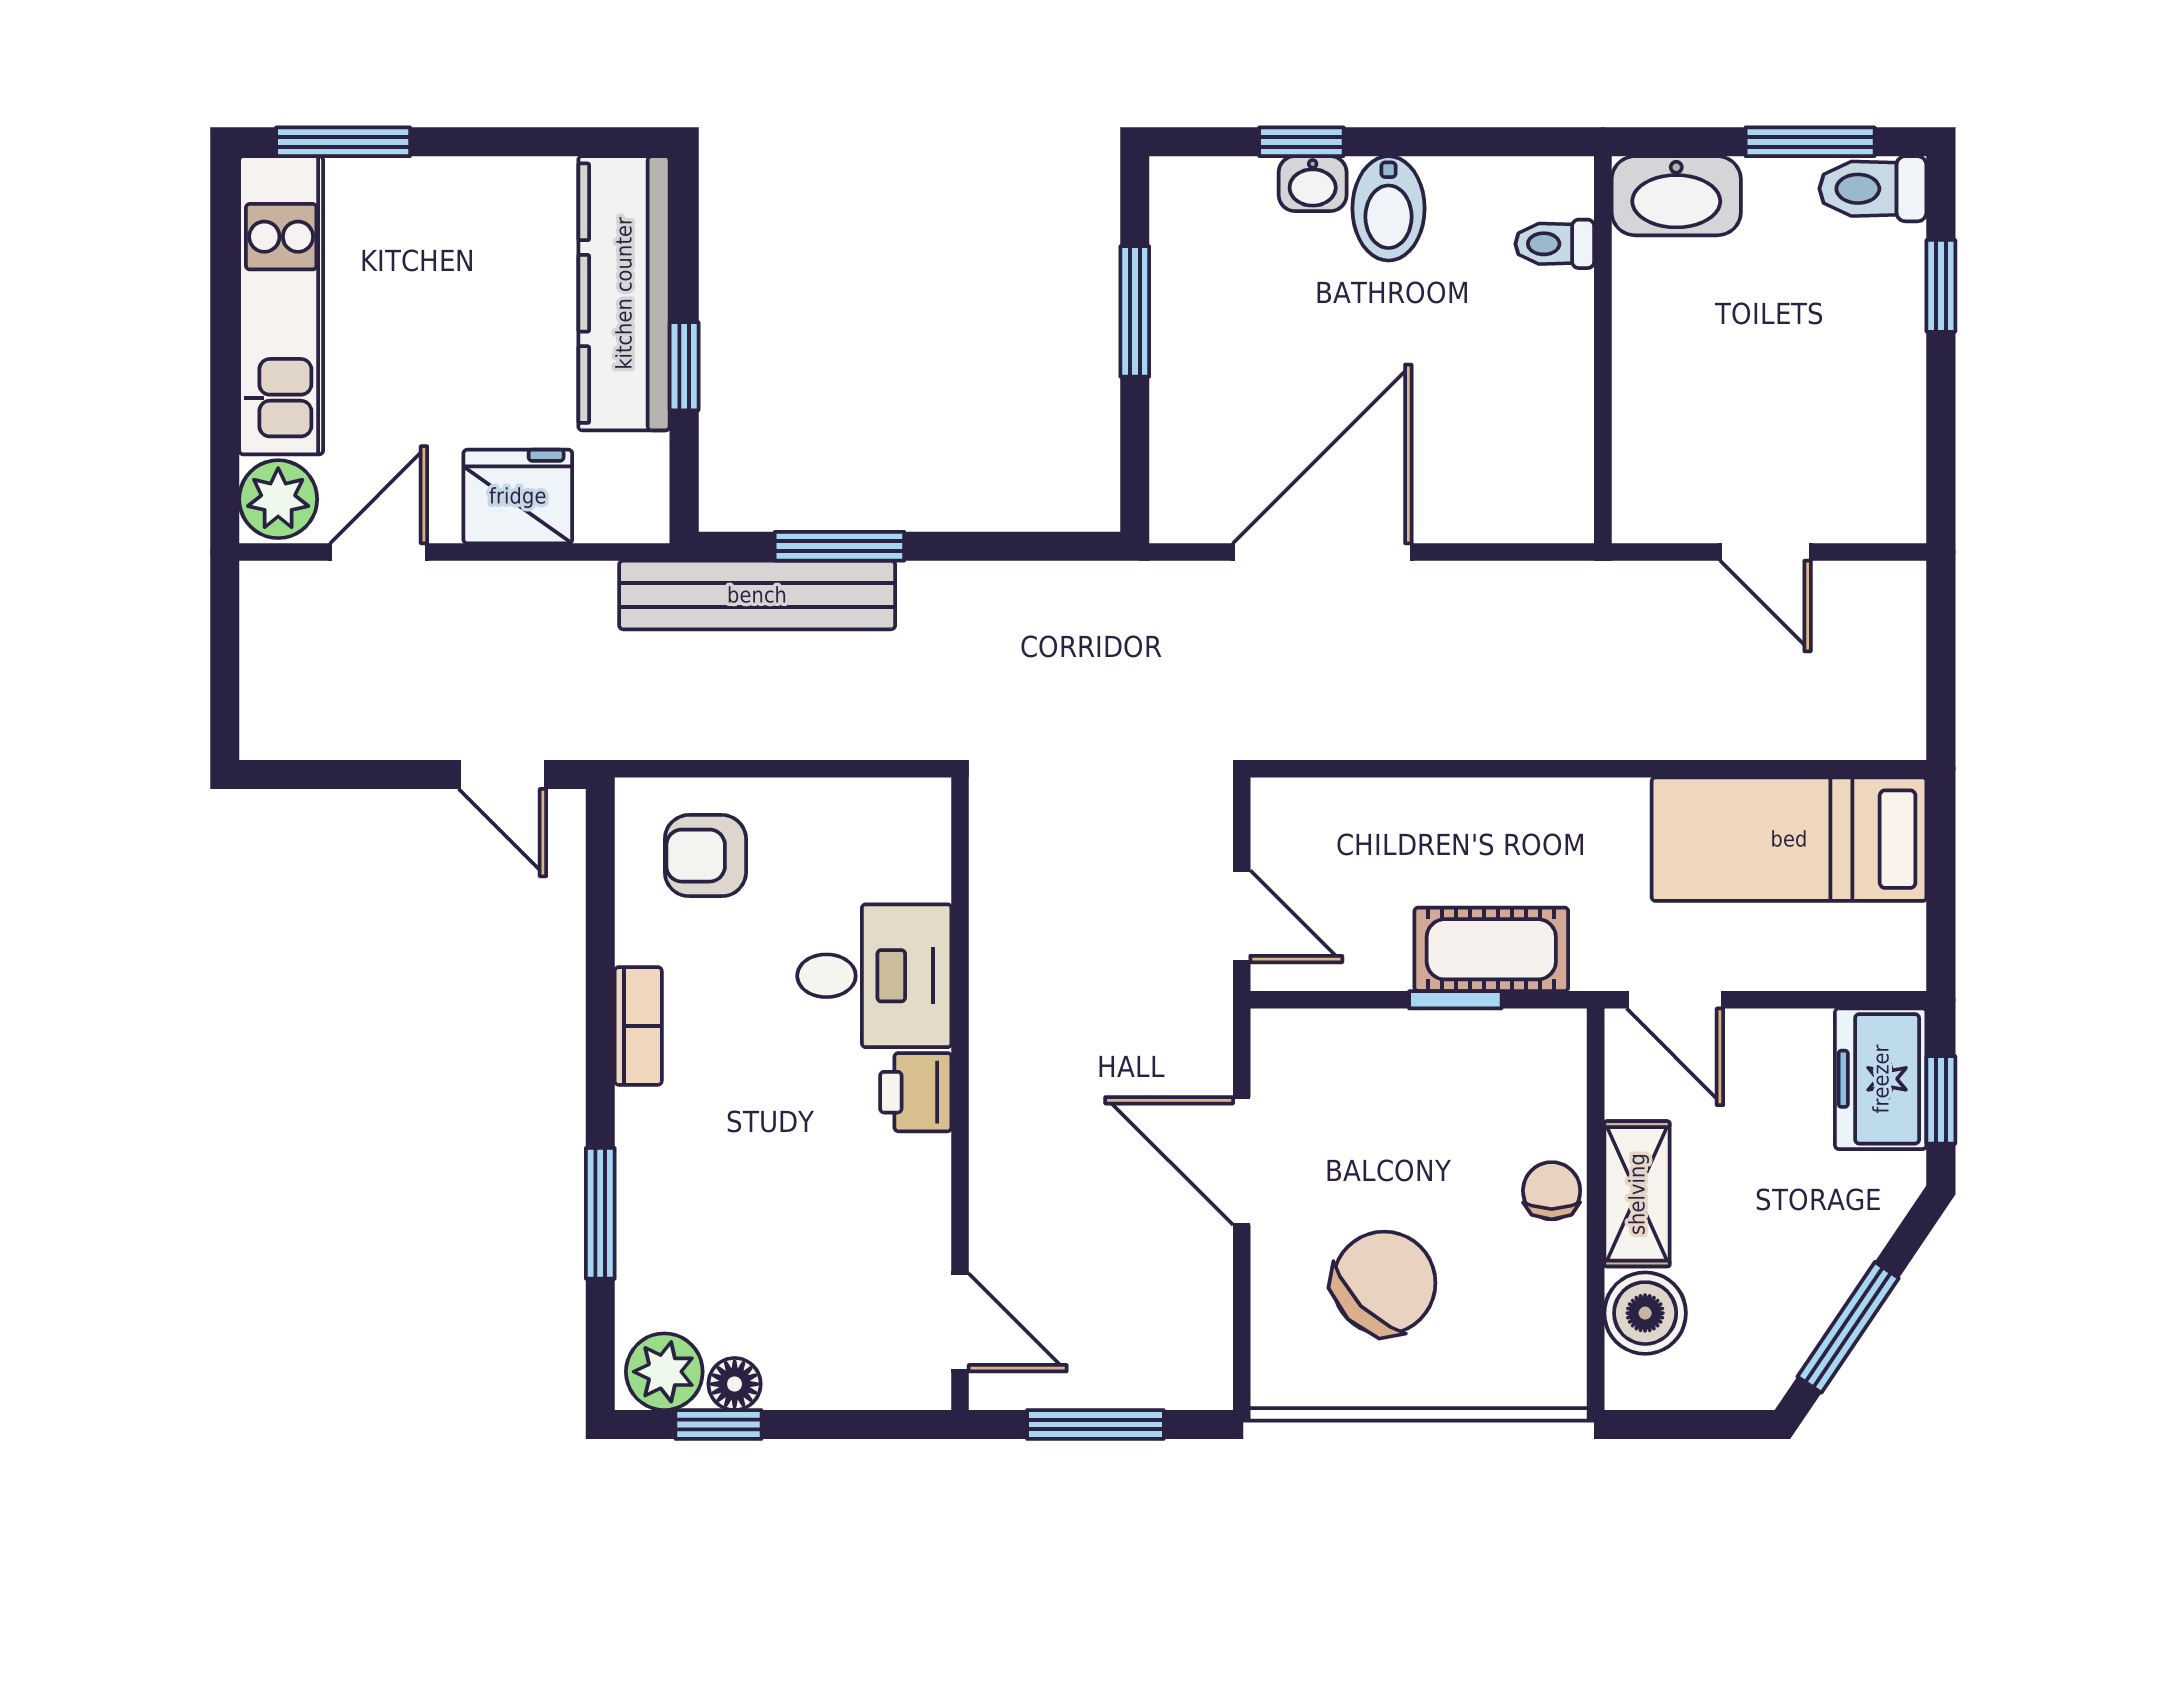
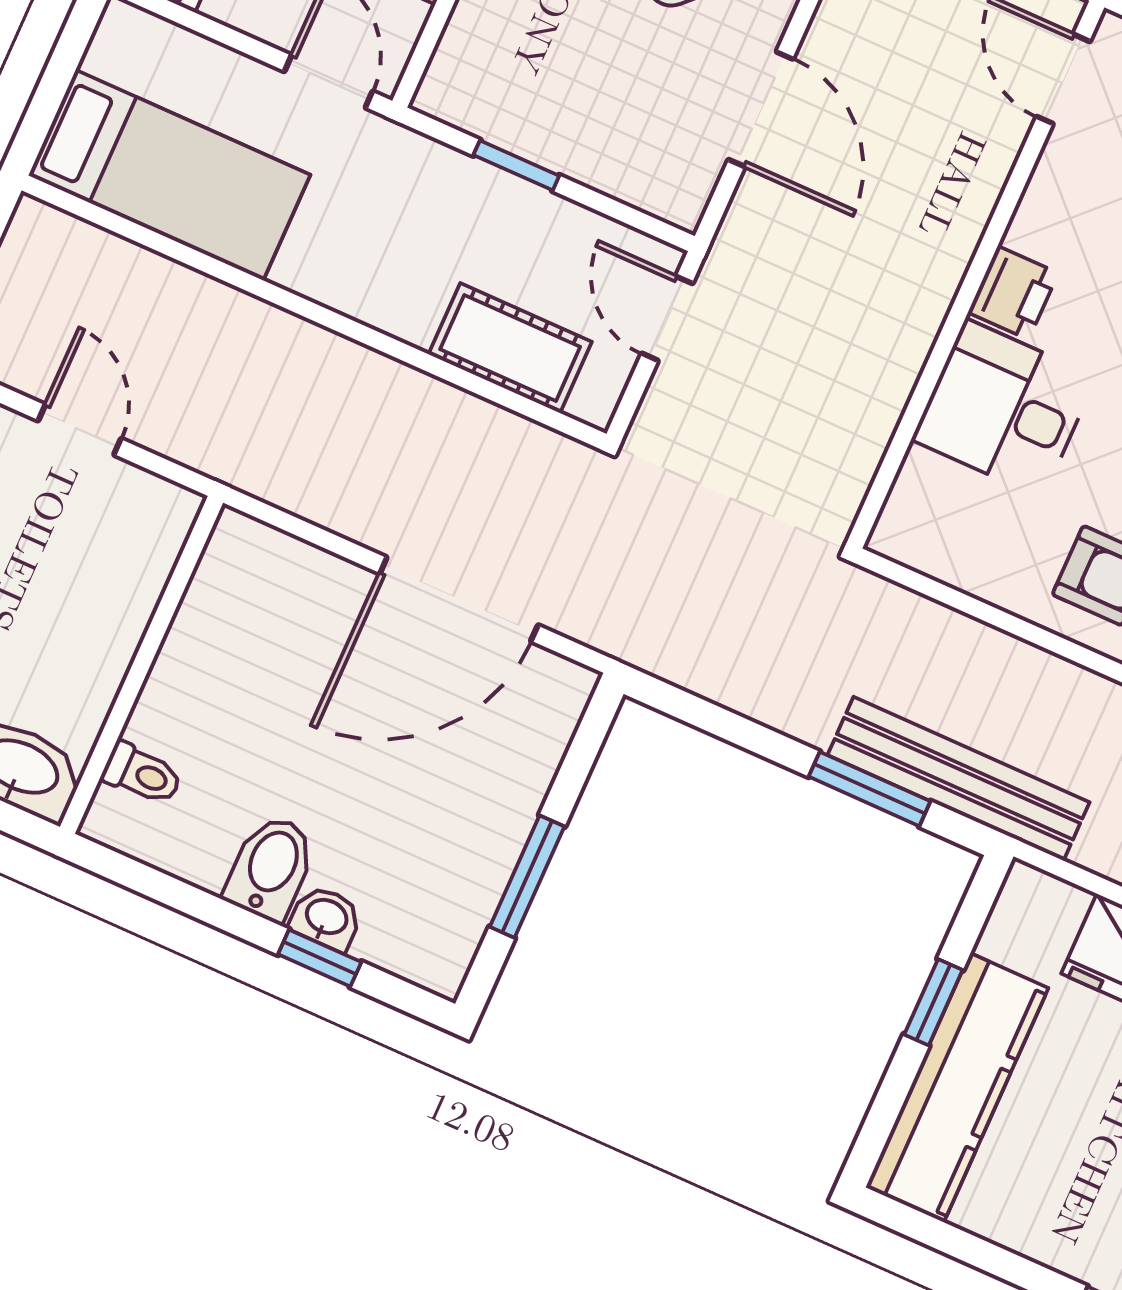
cot: (1491, 949) -> (510, 348), moved

